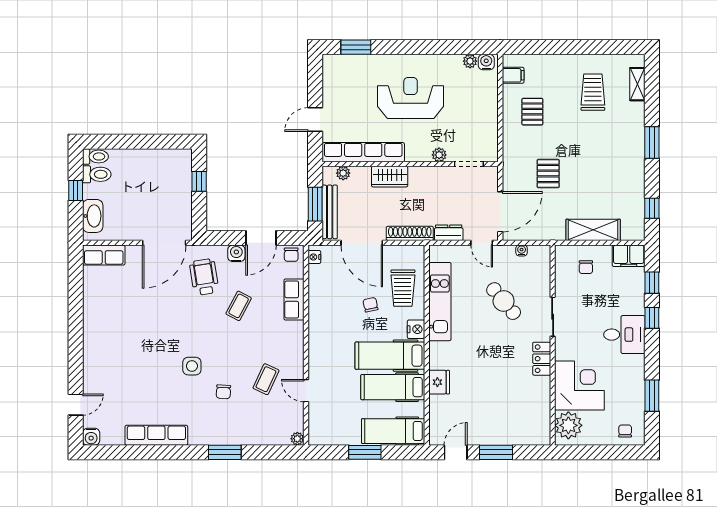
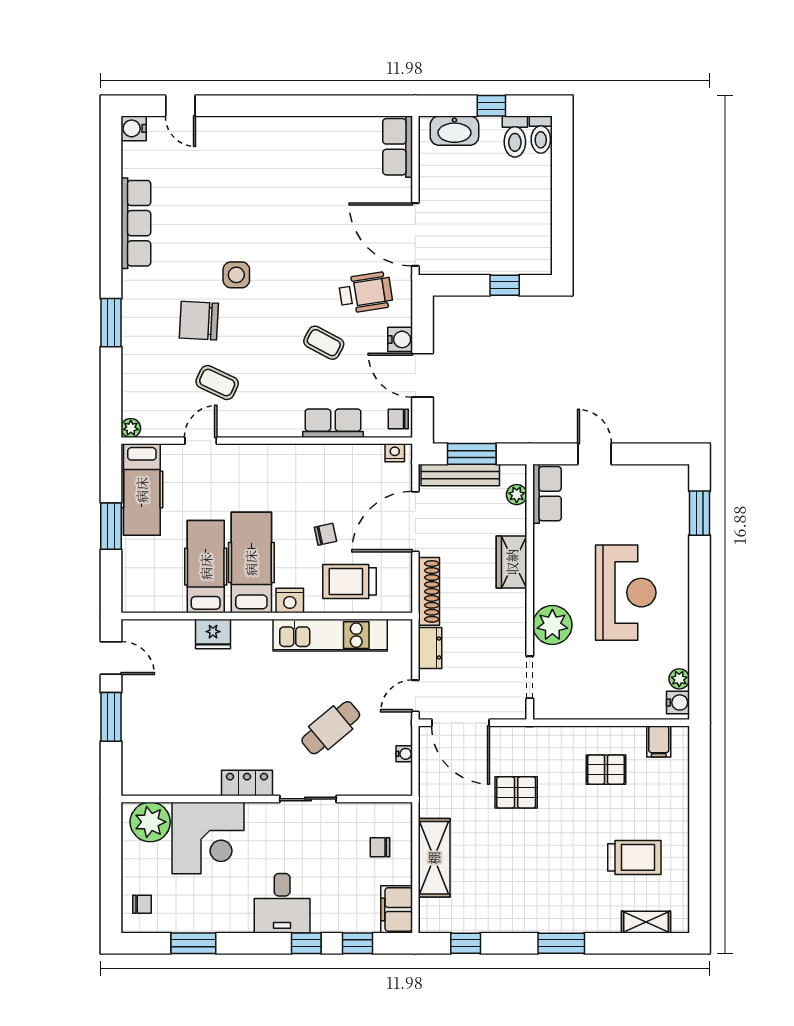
row of seats: (363, 152) -> (547, 494), width x0.50
plant: (439, 155) -> (552, 625), width x1.88, depth x1.88
chair: (223, 392) -> (199, 321), width x1.87, depth x1.87
hospital bed: (393, 431) -> (142, 490), moved, turned 180

